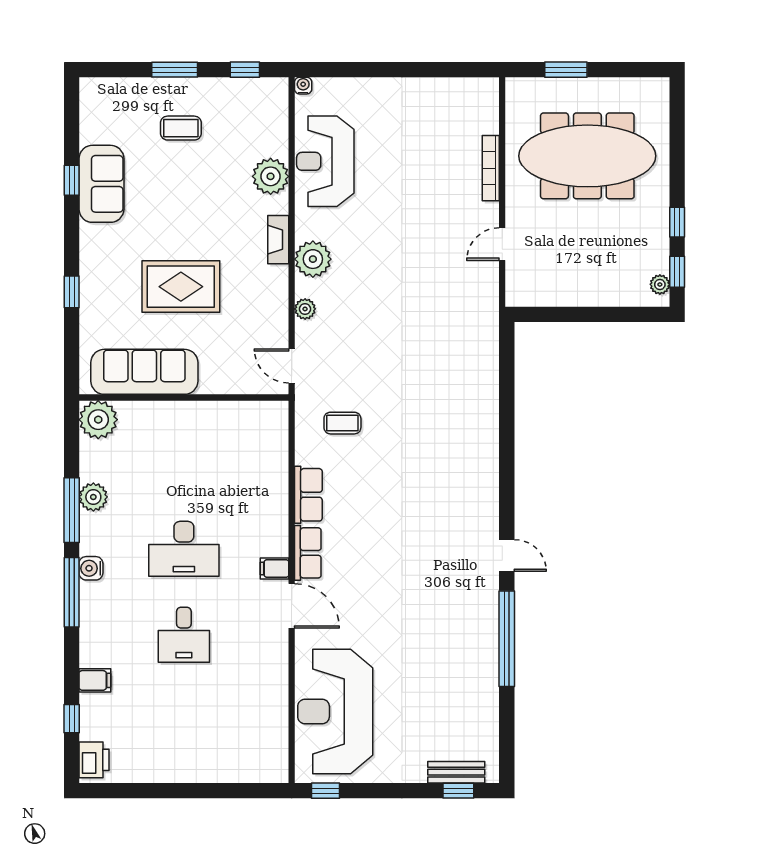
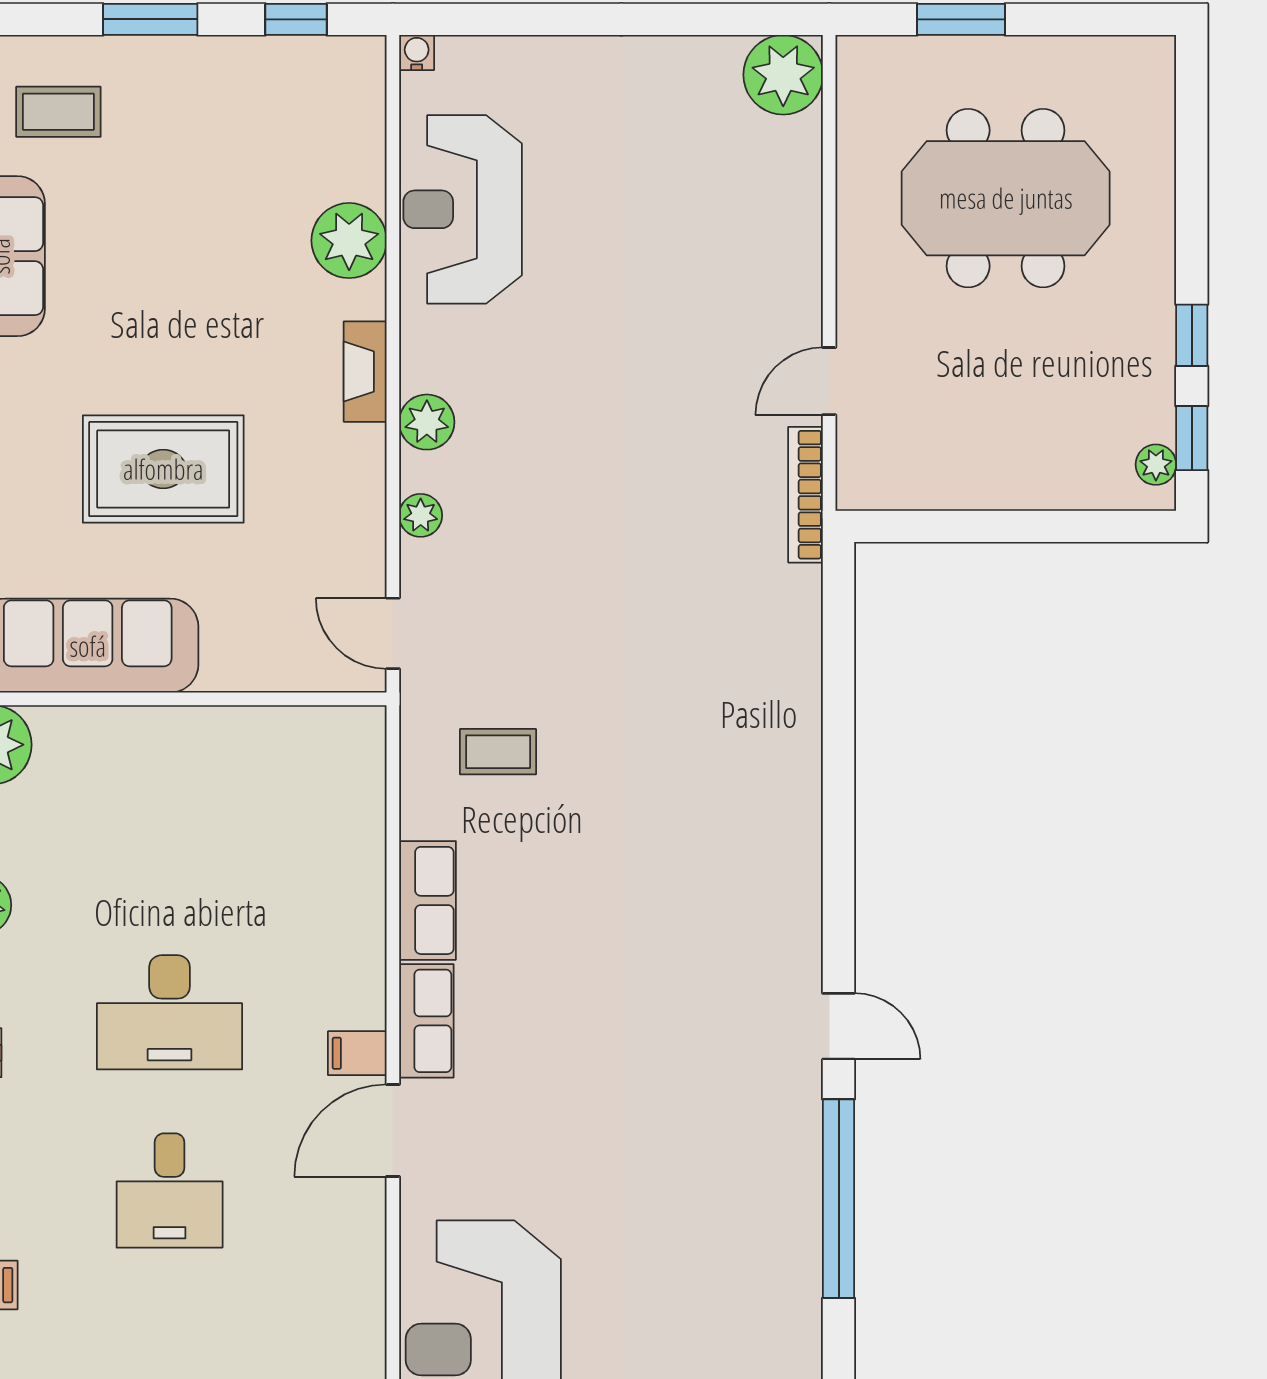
plant: (480, 96) -> (783, 75), added
coffee table: (181, 128) -> (58, 112), moved
meeting table: (587, 156) -> (1006, 198), width x0.73
bookcase: (491, 168) -> (806, 495), moved
plant: (313, 259) -> (427, 422), width x0.73, depth x0.73
door: (292, 606) -> (393, 1131), swing flipped

